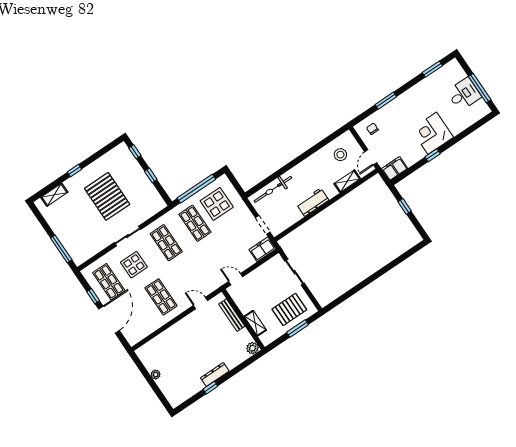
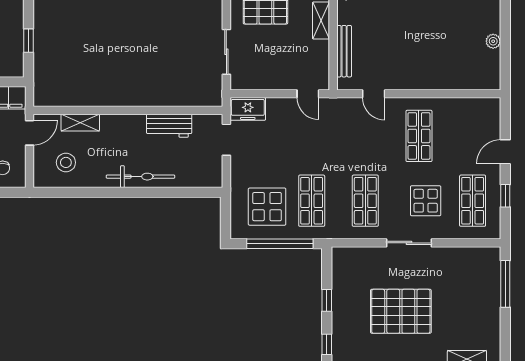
bicycle: (273, 189) -> (140, 177), moved
pallet: (107, 196) -> (401, 311), turned 90
workbench: (313, 202) -> (169, 126), moved
door: (109, 320) -> (505, 152), width x0.53

